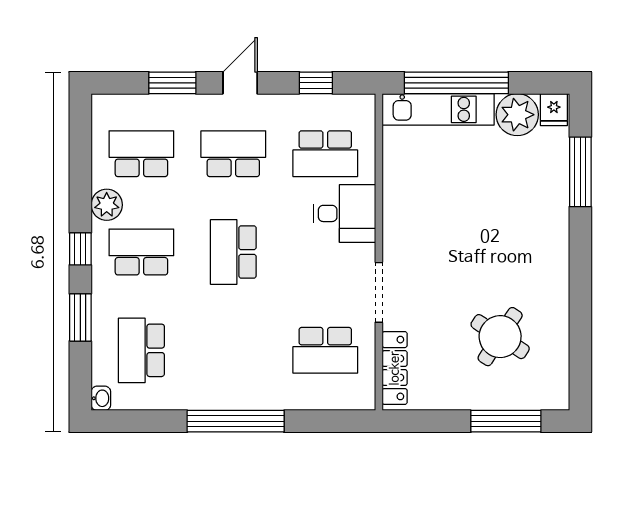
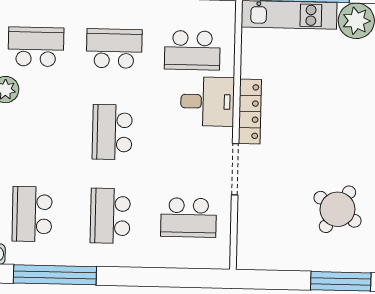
school desk: (141, 252) -> (110, 216), moved, turned -90
locker: (395, 368) -> (250, 111), moved
window: (236, 421) -> (55, 275), moved

